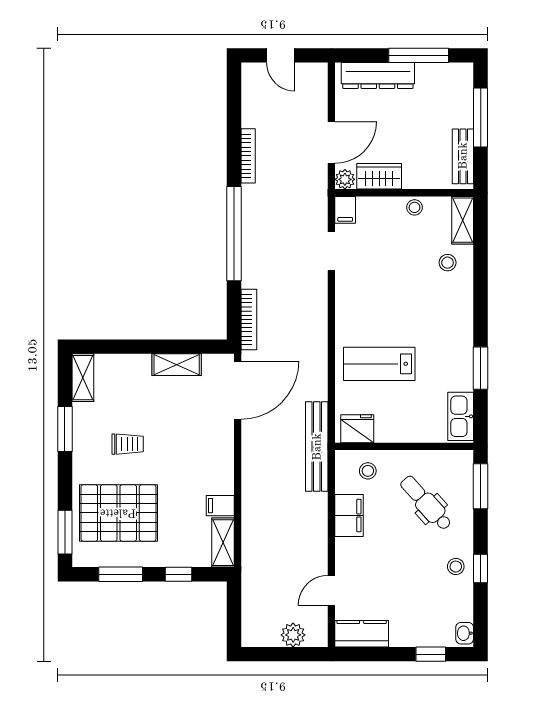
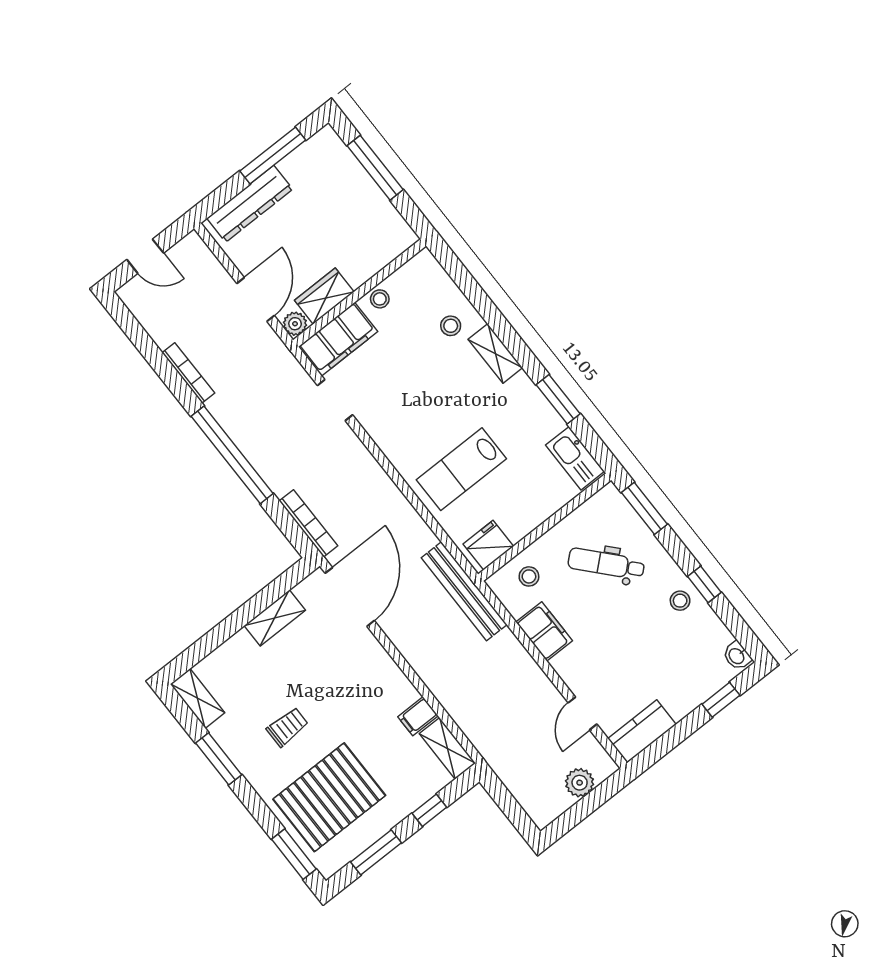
bench: (463, 156) -> (387, 216), removed
filing cabinet: (345, 210) -> (338, 339), width x3.00, depth x1.17
shelving: (463, 220) -> (495, 354), moved

